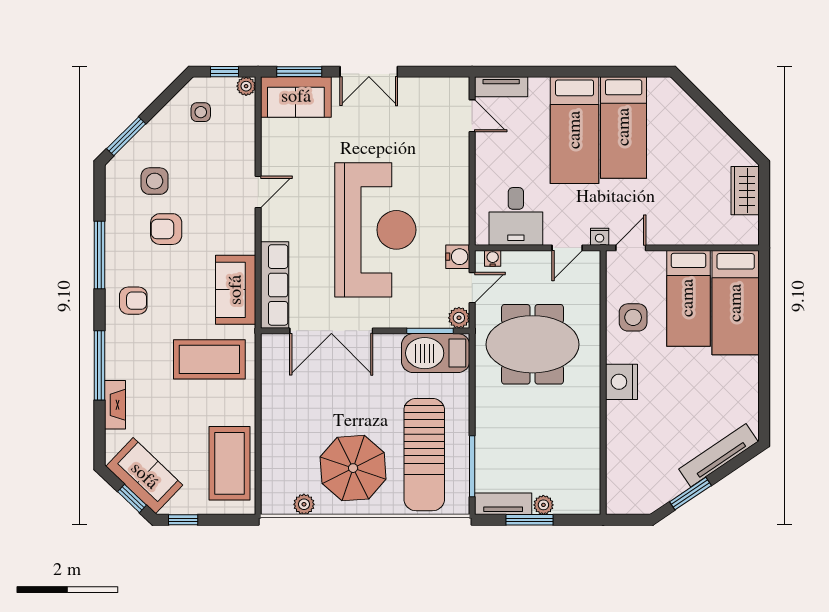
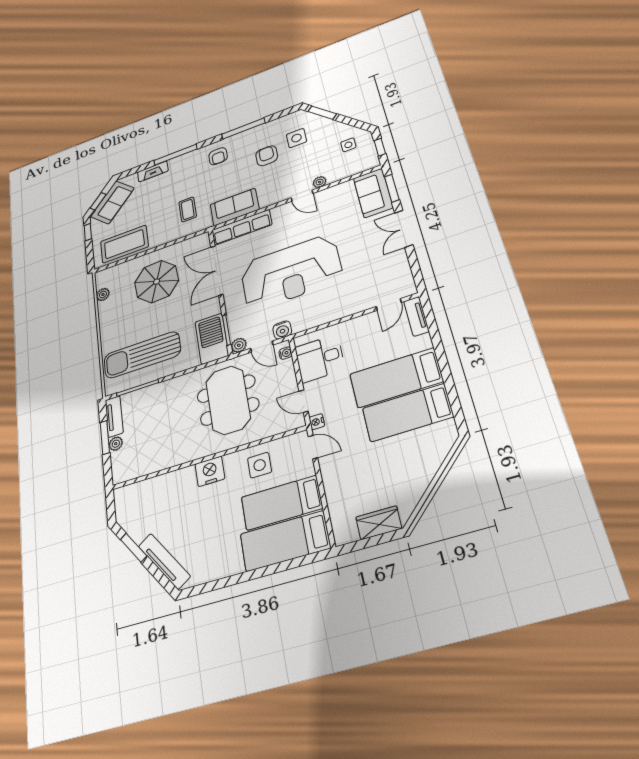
plant: (246, 86) -> (320, 182), moved
coffee table: (209, 359) -> (188, 209), width x0.54, depth x0.58
parasol: (353, 468) -> (157, 282), moved

